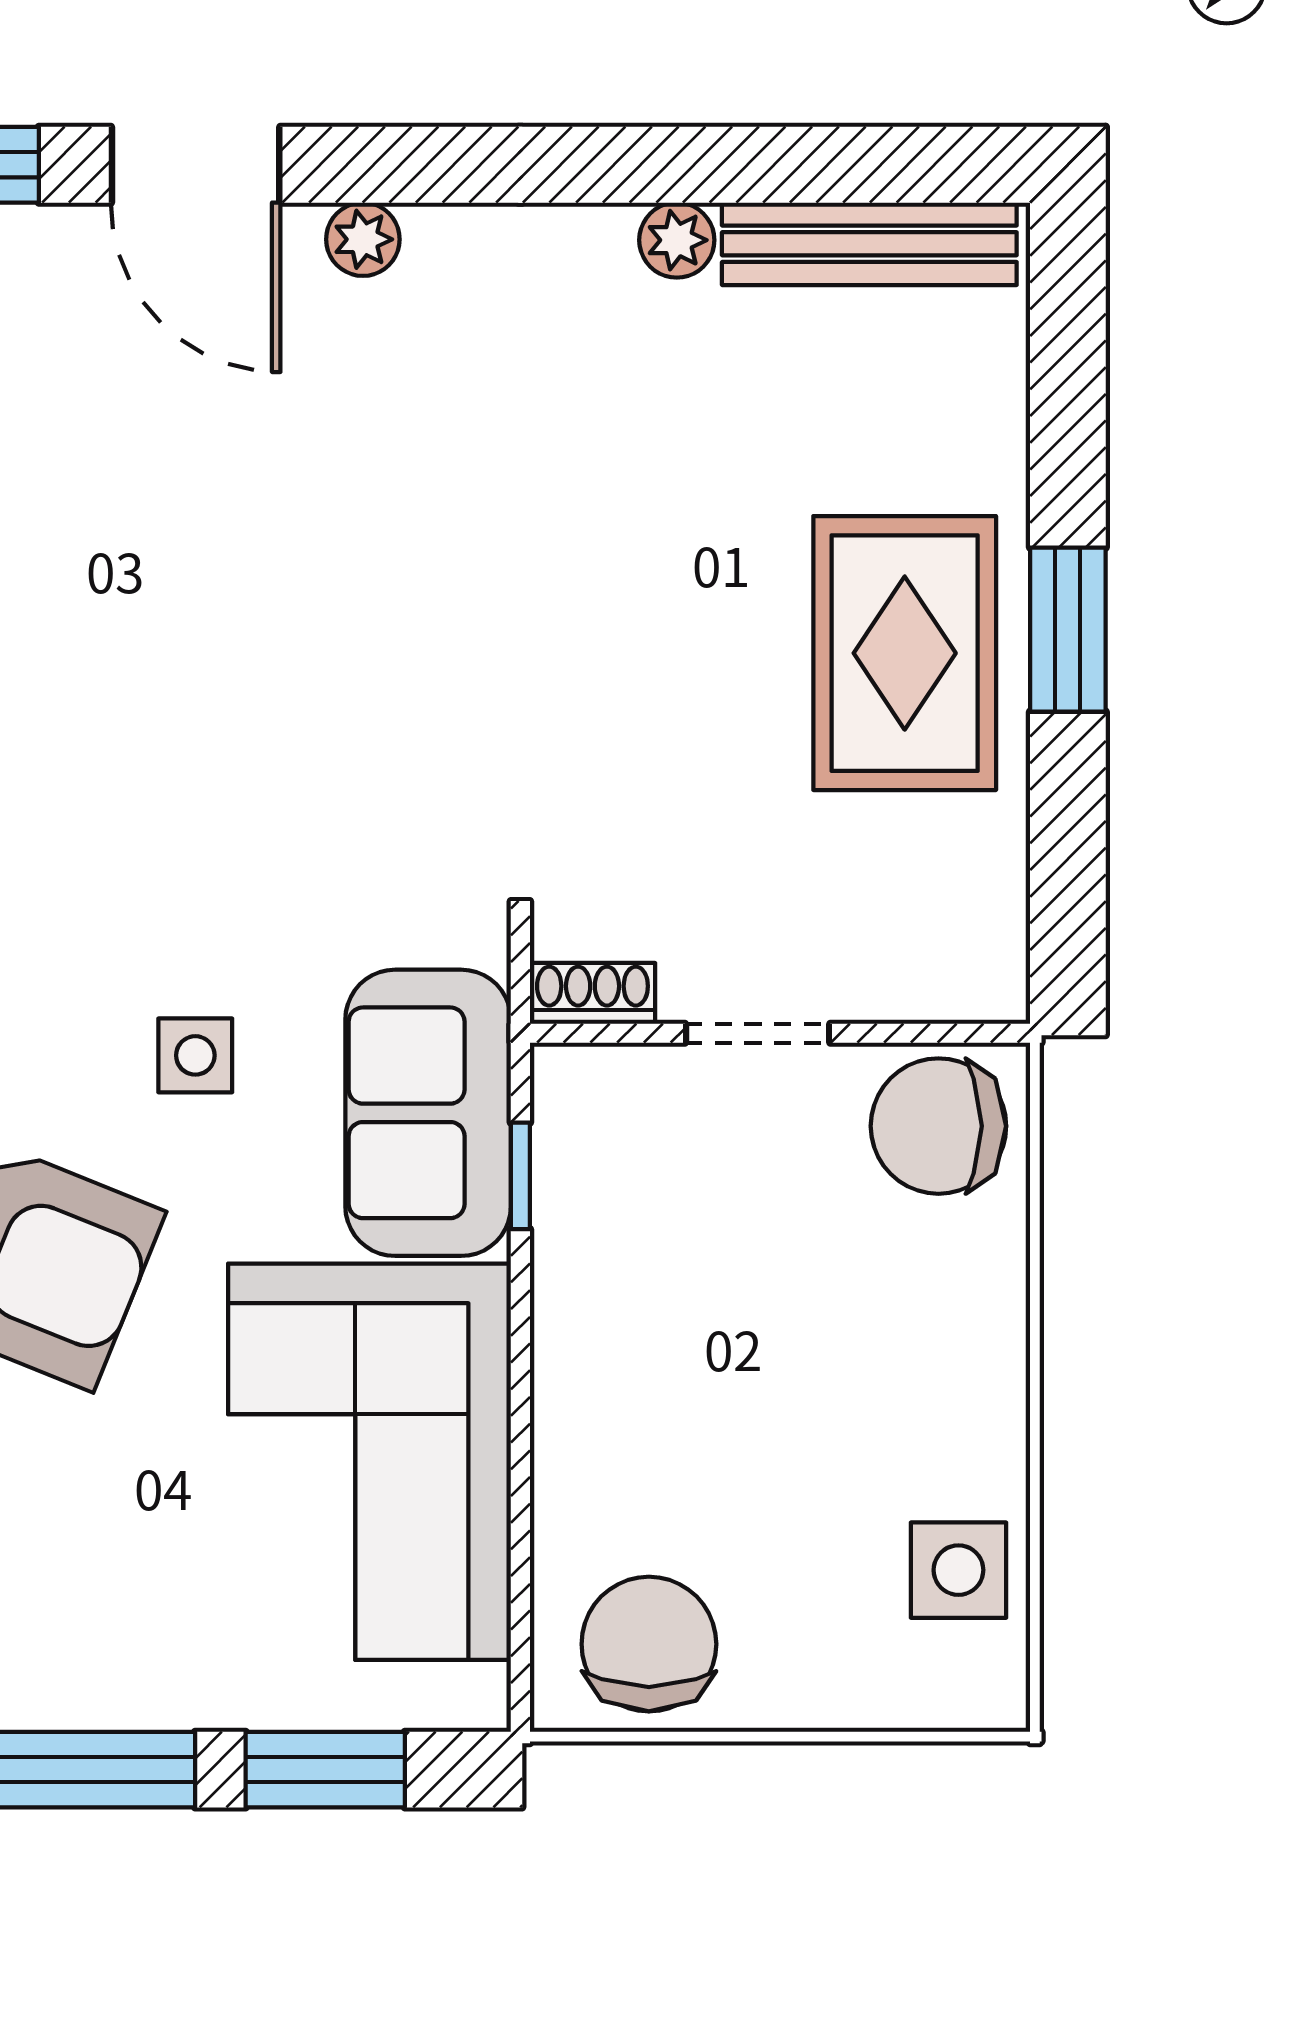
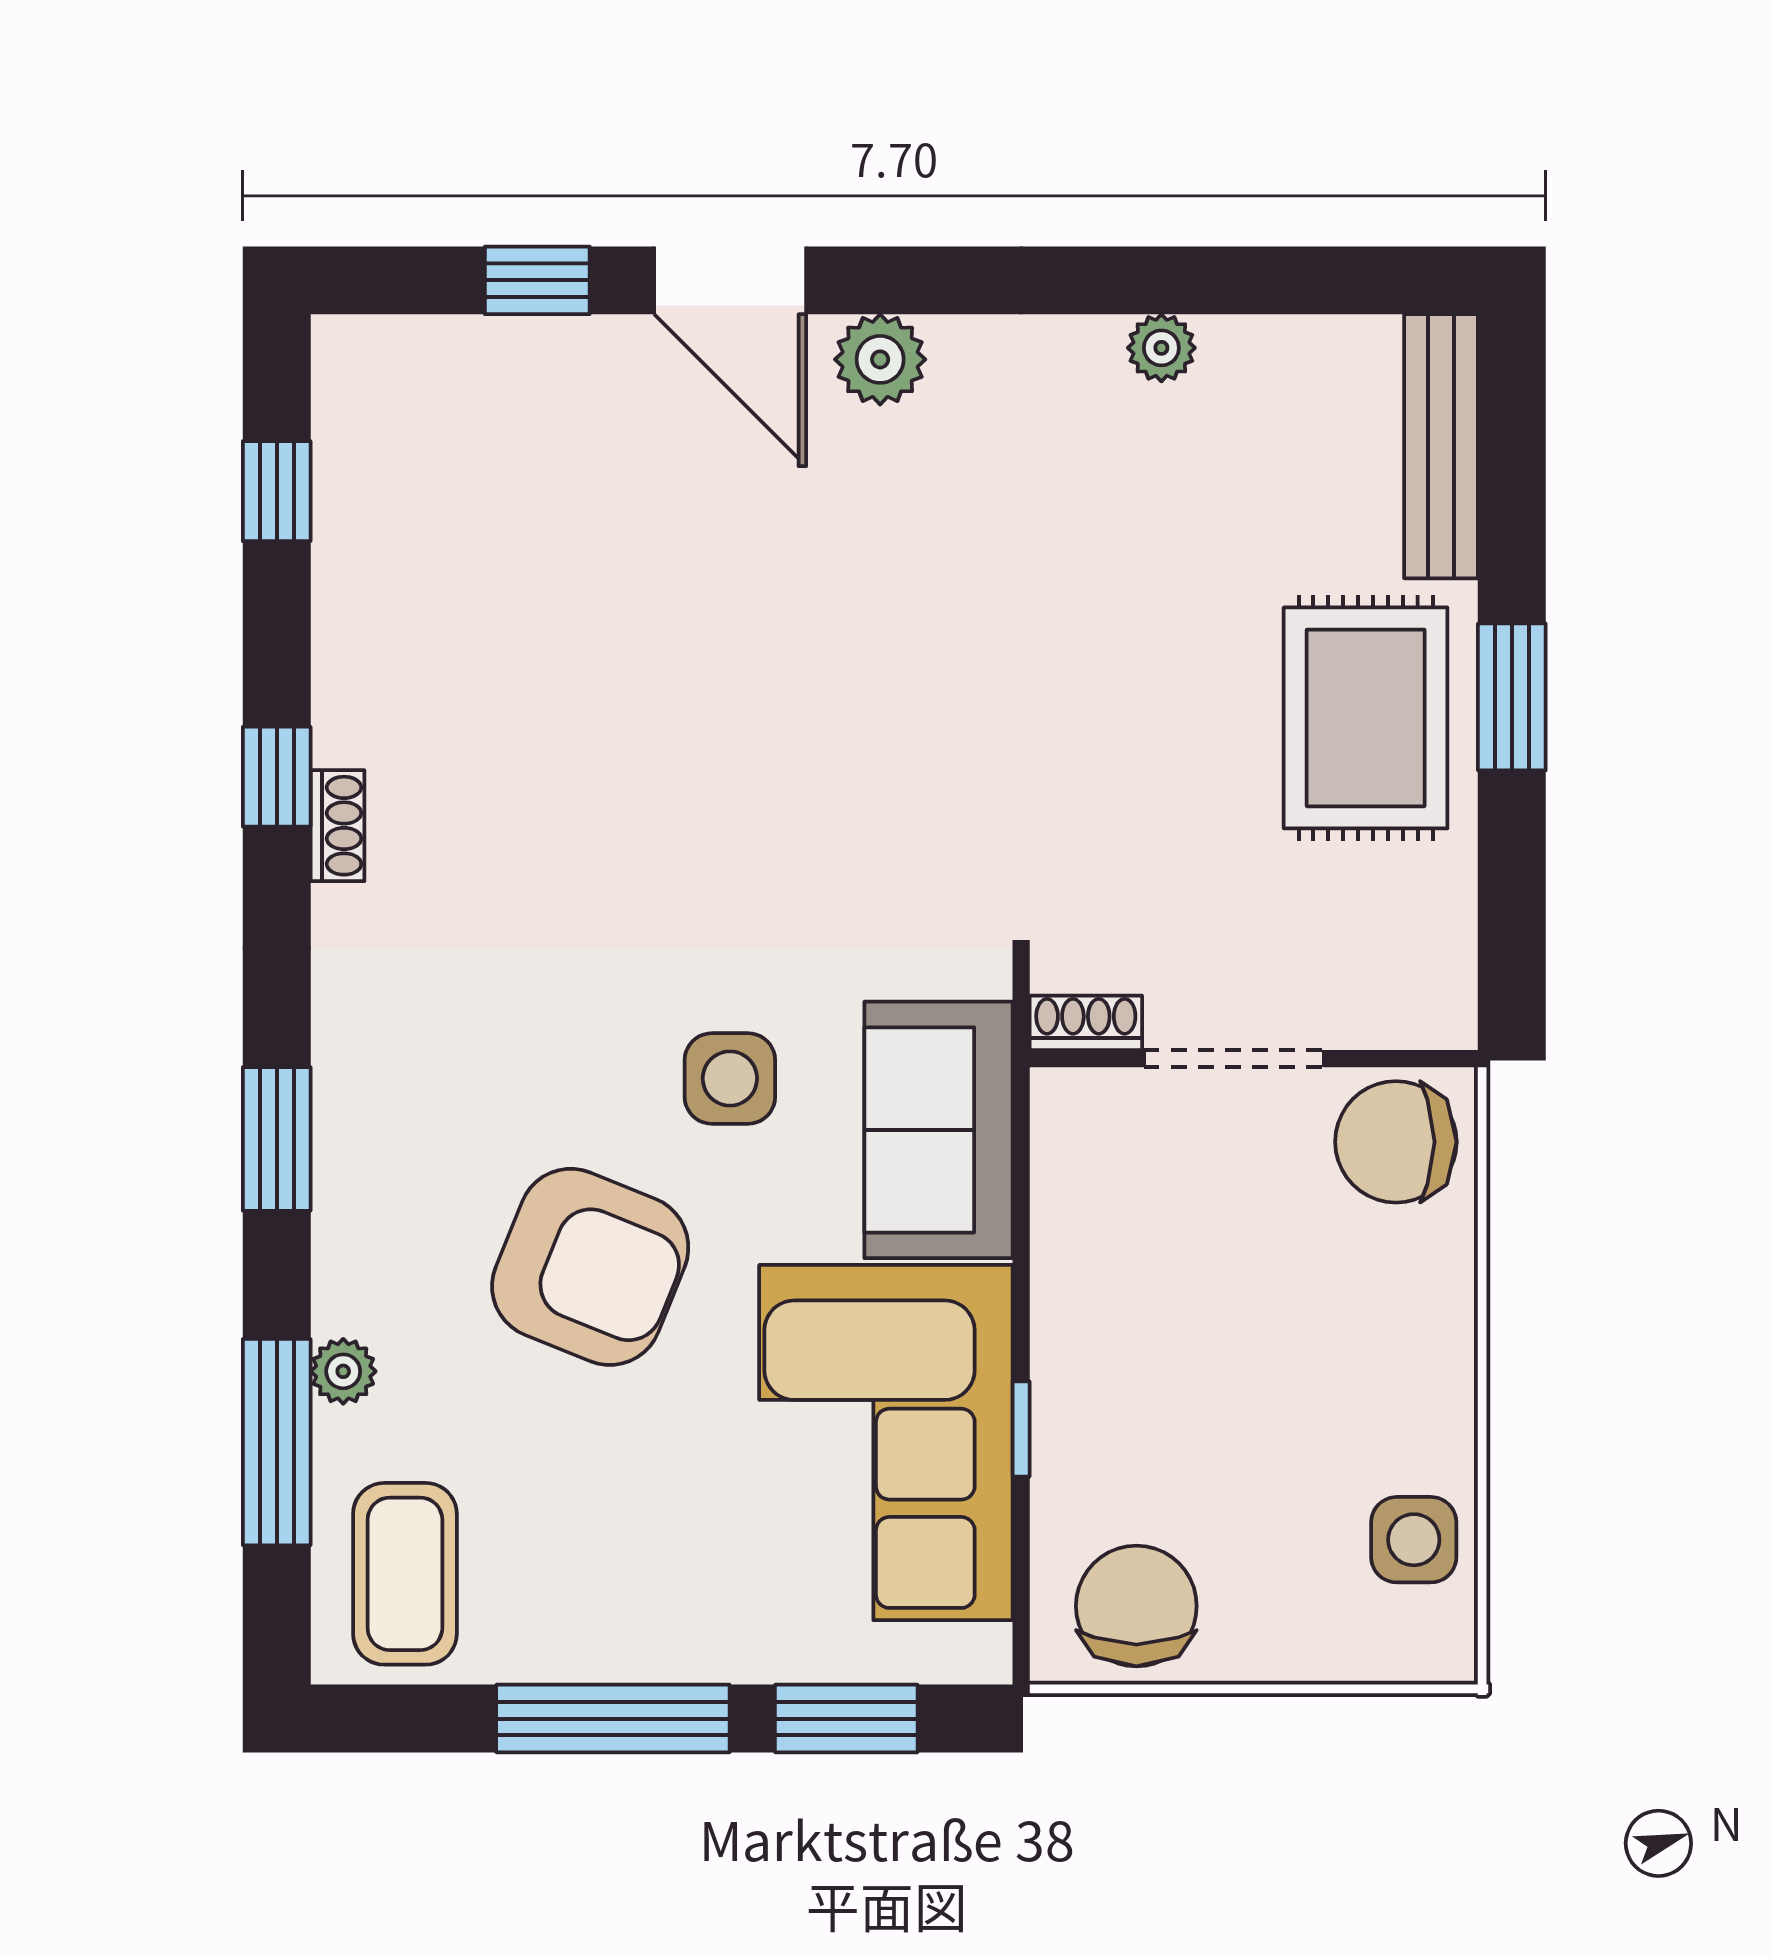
plant: (363, 239) -> (880, 359), width x1.38, depth x1.38
bench: (869, 244) -> (1441, 446), moved, turned 90
doorway: (758, 1033) -> (1234, 1059), width x1.38
side table: (195, 1055) -> (730, 1078), width x1.37, depth x1.37
window: (520, 1176) -> (1021, 1429), moved

